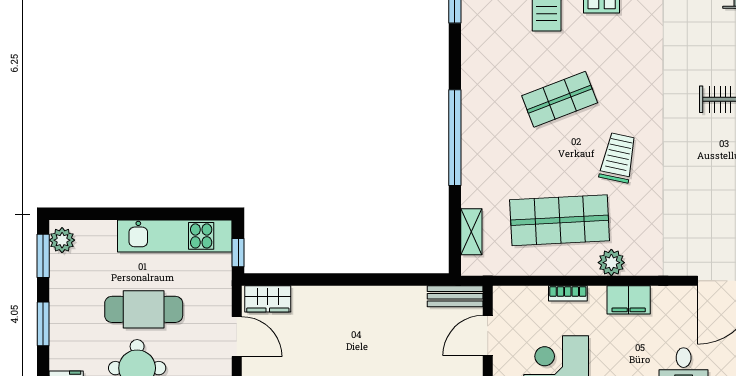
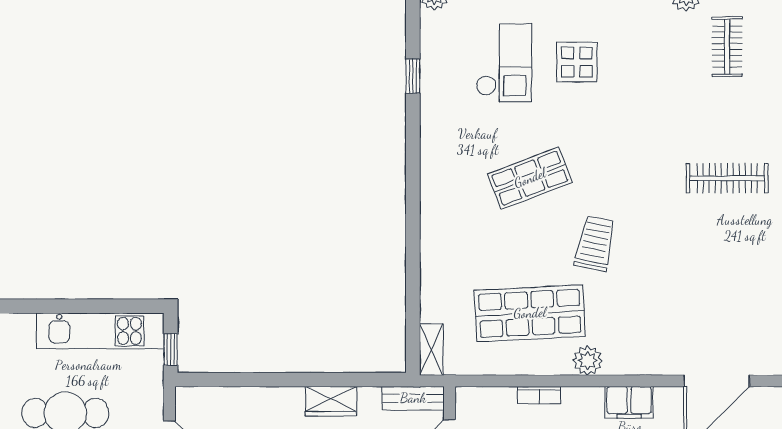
window: (455, 138) -> (413, 221), removed
shelving: (471, 232) -> (431, 350), moved
wardrobe: (268, 299) -> (331, 401), moved
filing cabinet: (629, 300) -> (629, 402), moved

